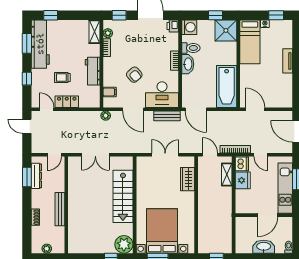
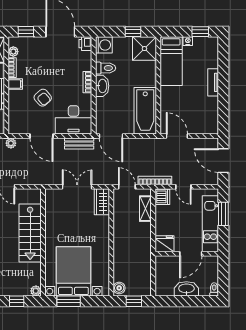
filing cabinet: (110, 92) -> (15, 84), moved
wardrobe: (188, 179) -> (102, 202), moved
fridge: (243, 180) -> (164, 244), moved, turned -90
plant: (124, 244) -> (36, 291), width x0.53, depth x0.53
boiler: (203, 246) -> (119, 288), added

